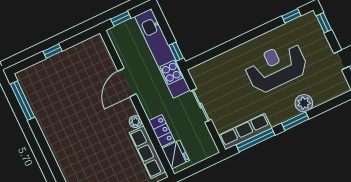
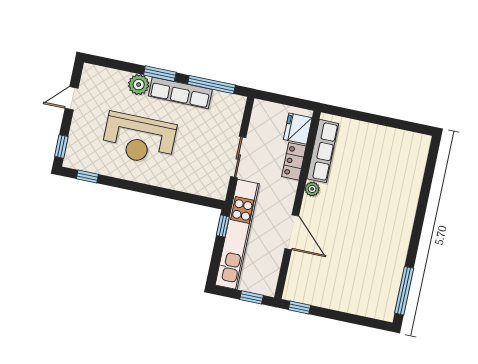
window: (53, 51) -> (299, 308), moved
door: (127, 83) -> (292, 232), hinge flipped
row of seats: (245, 132) -> (180, 93), moved

